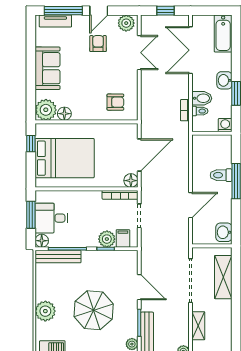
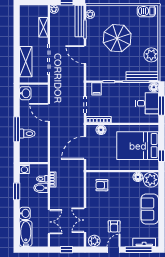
double door: (191, 50) -> (49, 222), width x0.73
washbasin: (224, 80) -> (25, 213), moved
floor lamp: (131, 181) -> (101, 130), moved
door: (191, 205) -> (49, 112), hinge flipped
plant: (107, 239) -> (108, 88), removed
plant: (45, 311) -> (151, 55), moved

